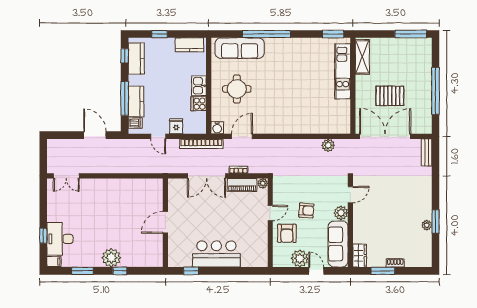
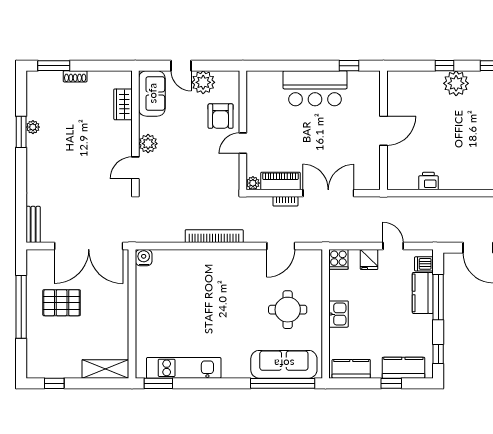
window: (266, 34) -> (283, 383), moved
window: (411, 34) -> (54, 383), width x0.46
shelving: (362, 57) -> (105, 369), moved, turned 90
kitchen counter: (136, 59) -> (403, 368), moved, turned 90
kitchen unit: (343, 71) -> (184, 368), moved, turned -90
pallet: (390, 96) -> (62, 303), moved
cooker: (199, 104) -> (338, 259), moved, turned 90
water cooler: (217, 128) -> (144, 258), moved
bookcase: (201, 144) -> (214, 236), moved
plant: (328, 145) -> (165, 234), removed
printer: (132, 185) -> (428, 181), added
armchair: (306, 211) -> (194, 147), removed
armchair: (287, 233) -> (221, 116), turned 180
sofa: (338, 244) -> (152, 93), width x0.73
wardrobe: (360, 256) -> (123, 104), moved
window: (383, 271) -> (54, 66), moved

